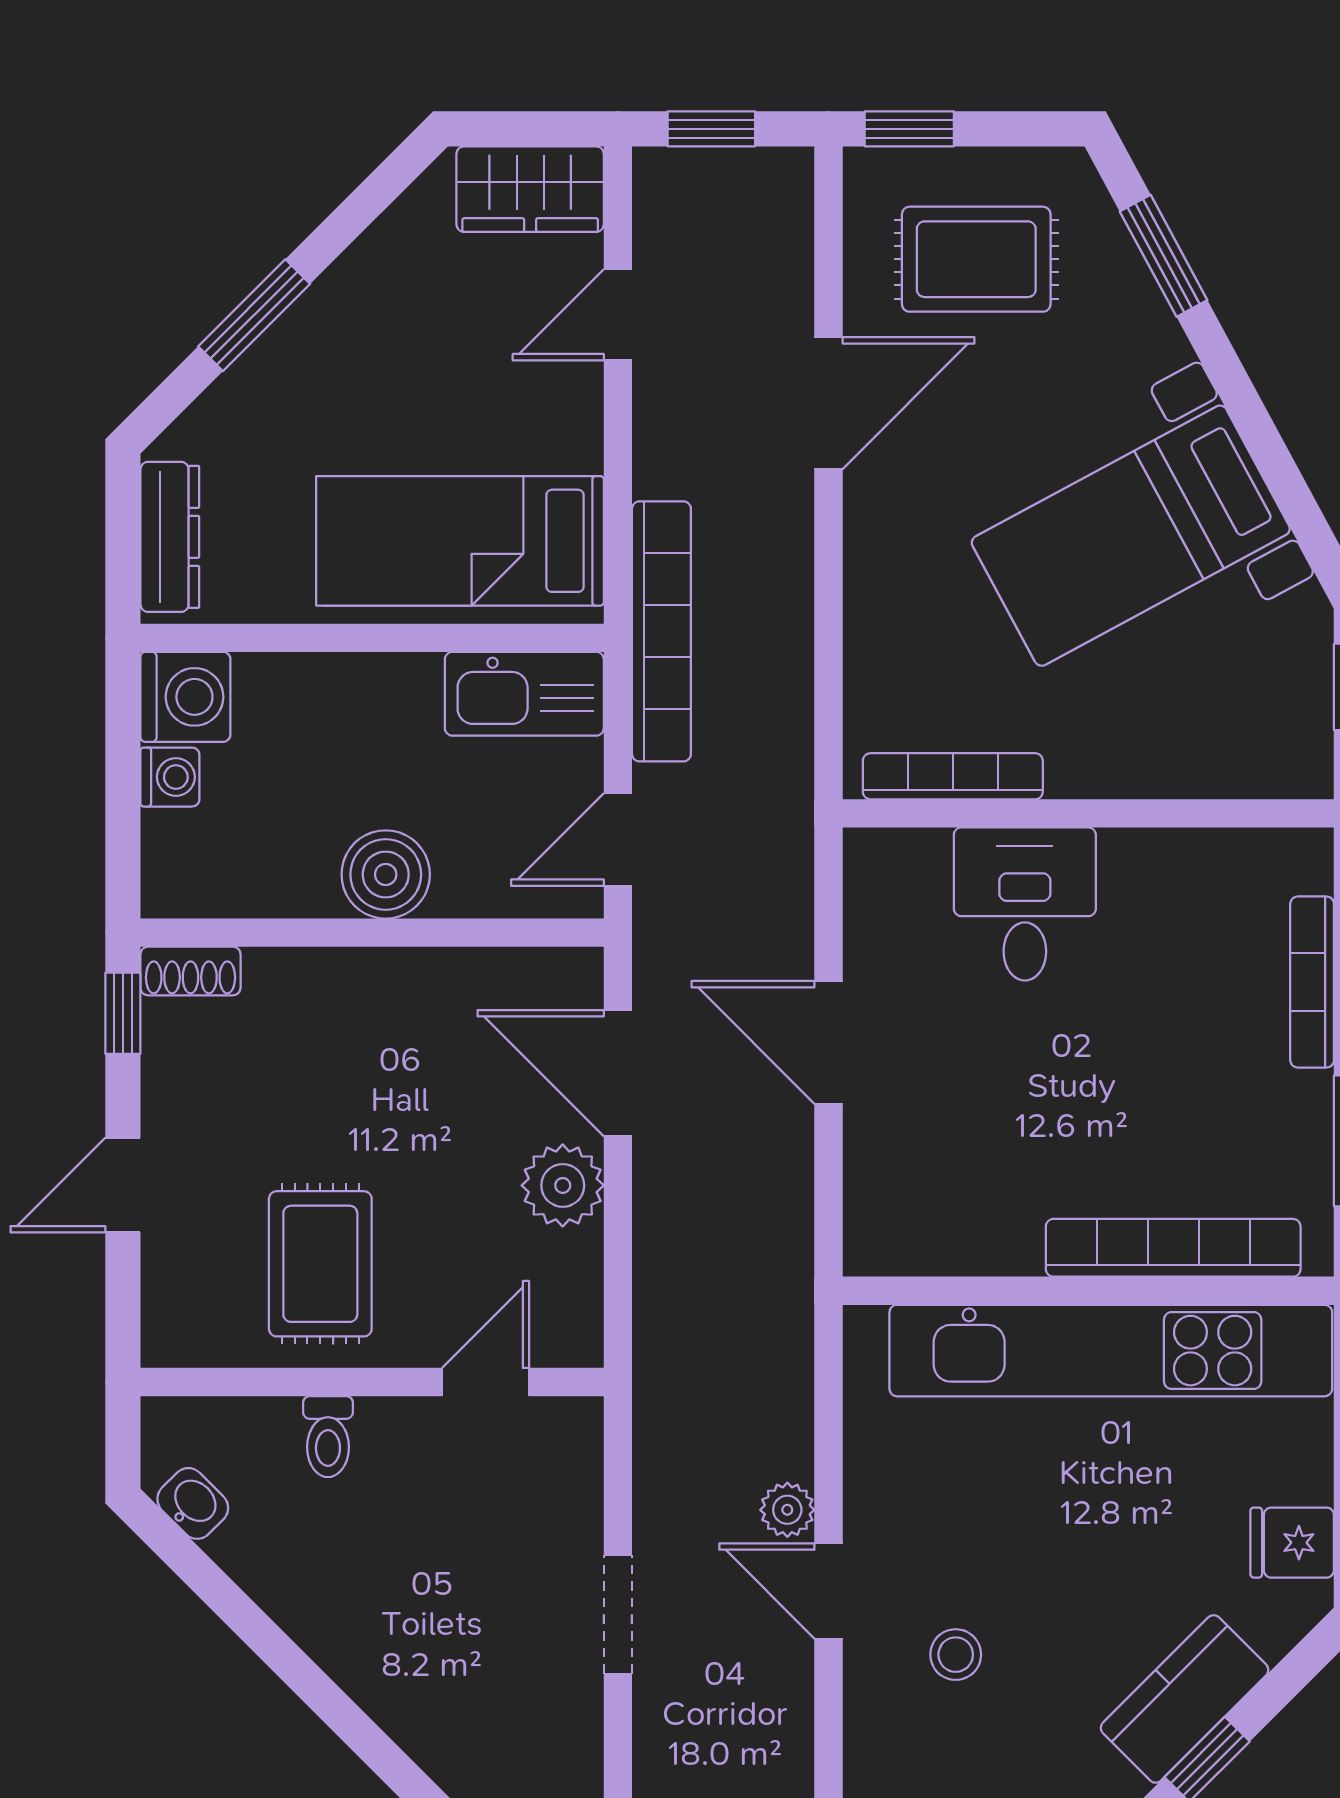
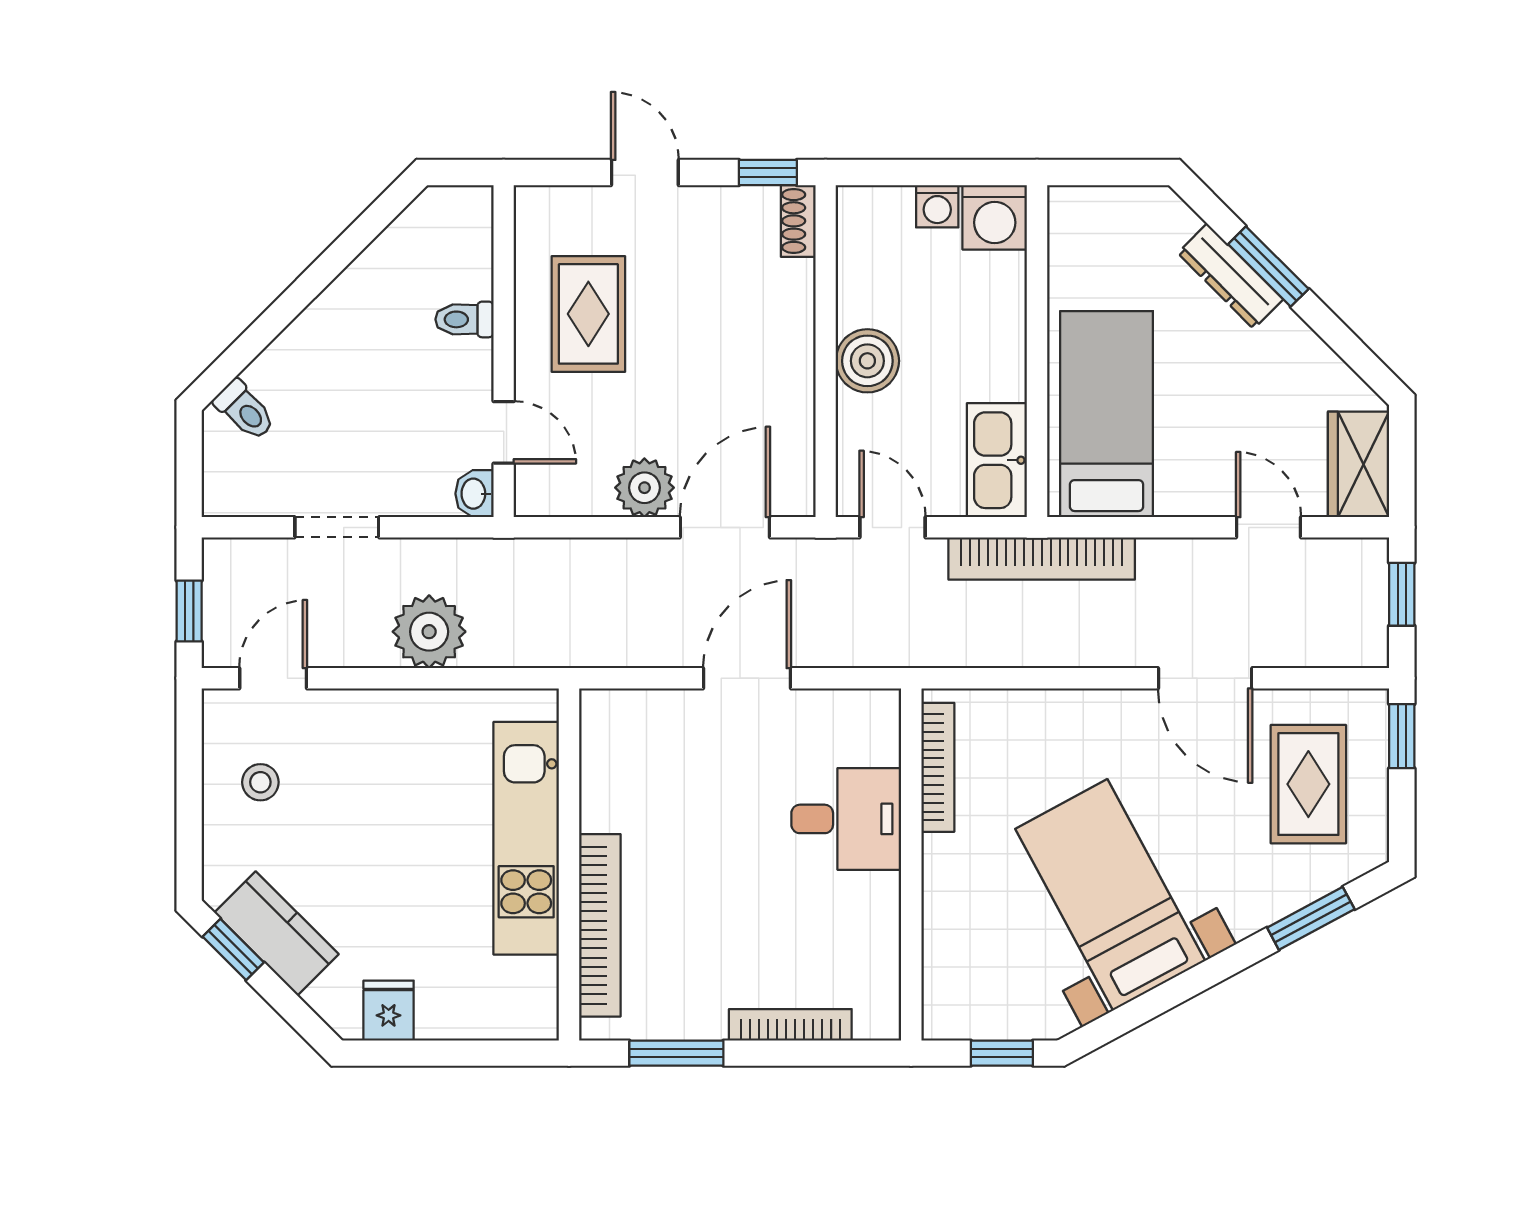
dresser: (170, 537) -> (1230, 276), moved, turned 45
rug: (320, 1264) -> (588, 314), turned 90
kitchen unit: (1111, 1351) -> (526, 838), width x0.73
washbasin: (193, 1503) -> (474, 494), moved, turned 135
plant: (787, 1510) -> (429, 632), width x1.88, depth x1.88
door: (828, 1591) -> (273, 678), moved
stool: (956, 1655) -> (260, 782), moved
toilet: (455, 1743) -> (245, 410), added

